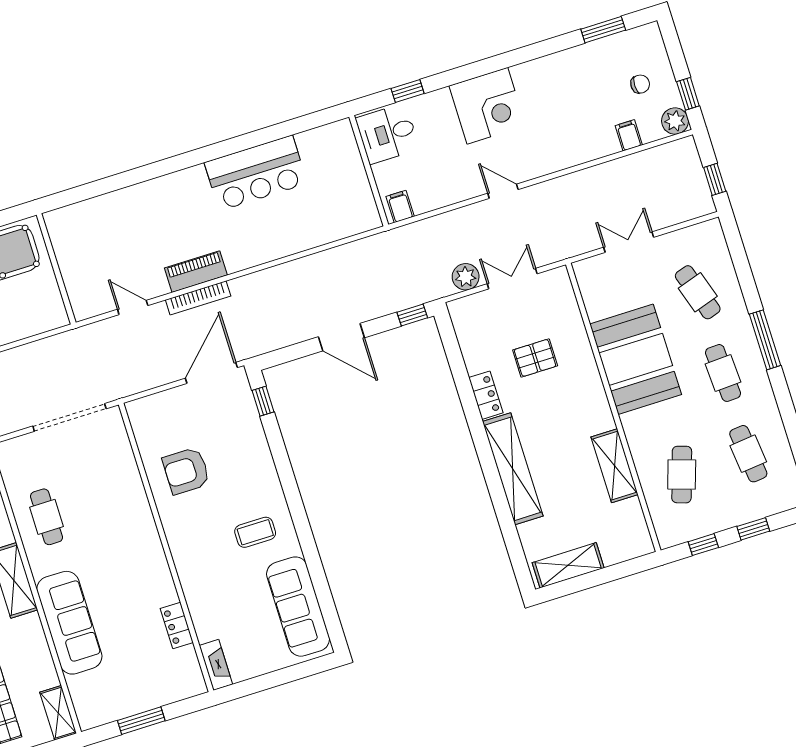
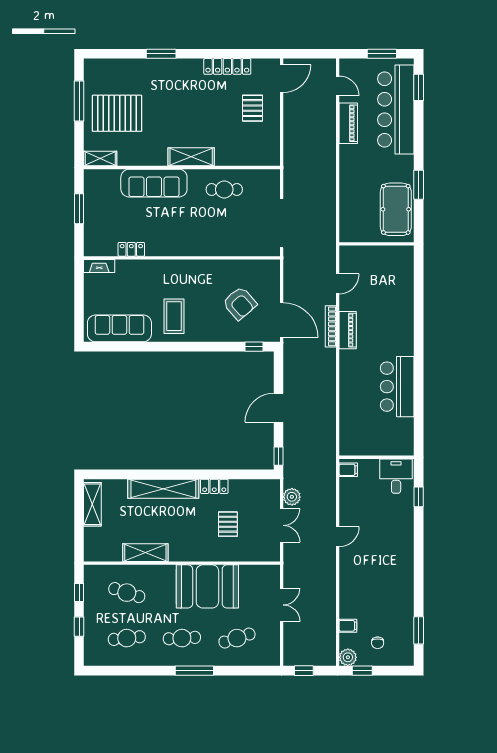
corner desk: (487, 106) -> (394, 544), removed
armchair: (186, 471) -> (240, 303), moved, turned 139
coffee table: (255, 532) -> (174, 316), width x1.36, depth x1.30

